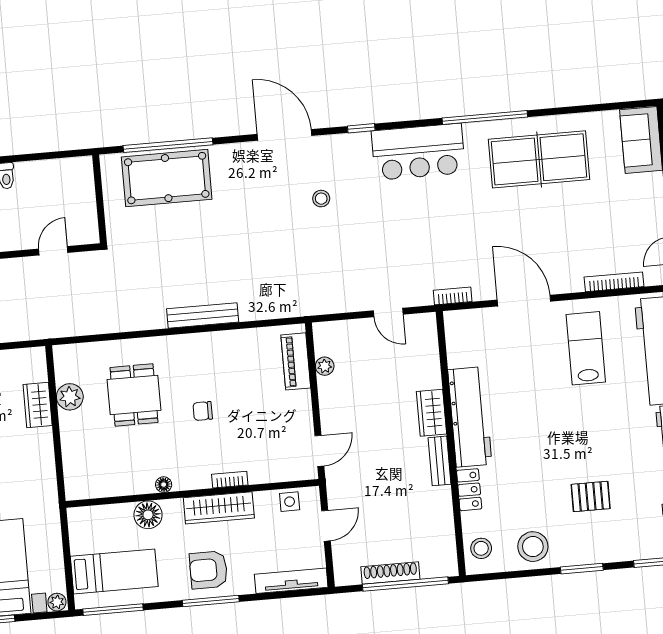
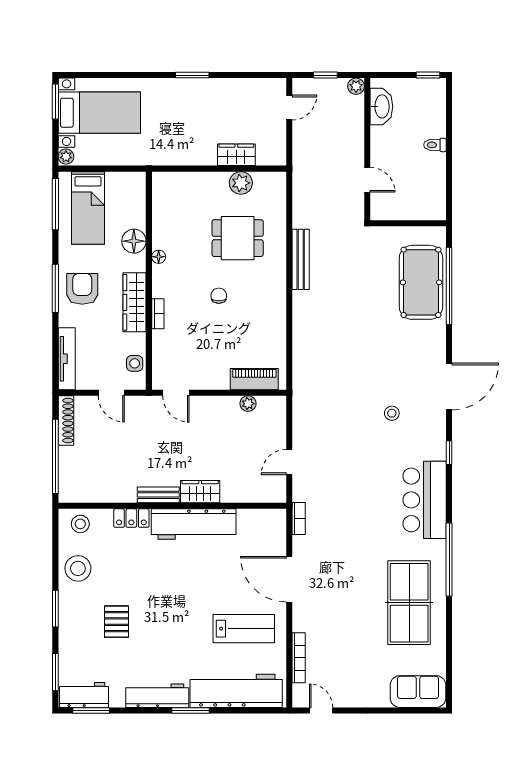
door: (524, 301) -> (289, 579), swing flipped
bench: (203, 315) -> (301, 259), moved
shoe rack: (390, 573) -> (66, 421), moved

